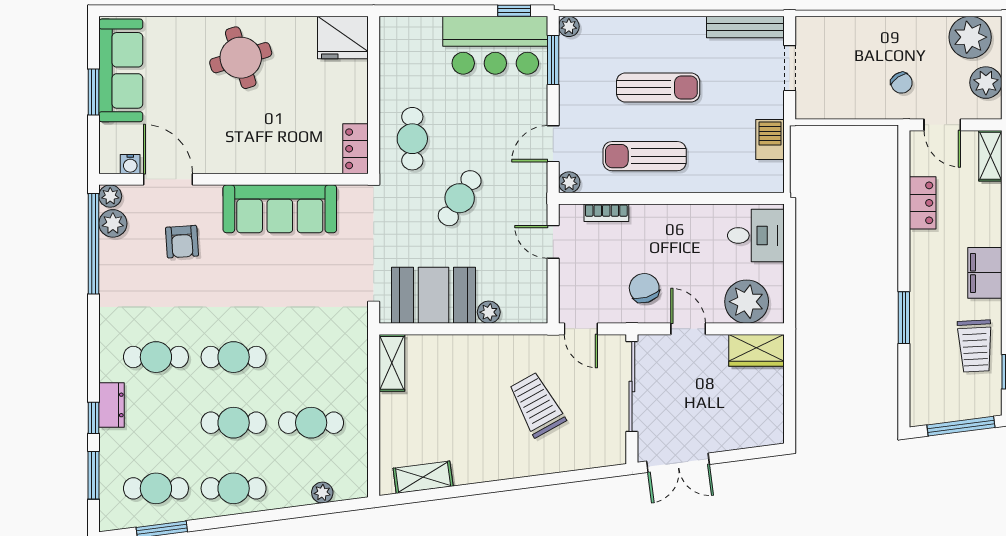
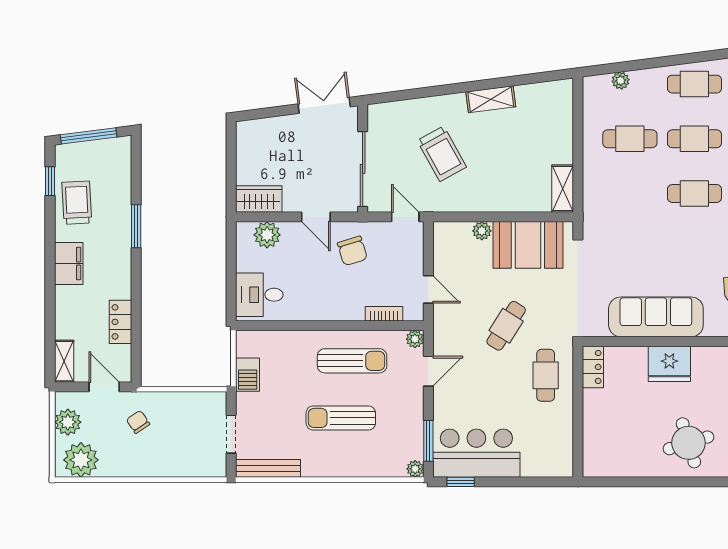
fridge: (343, 38) -> (669, 364), moved, turned 180
plant: (747, 302) -> (267, 235), width x0.73, depth x0.73
shelving: (423, 477) -> (491, 99), moved

